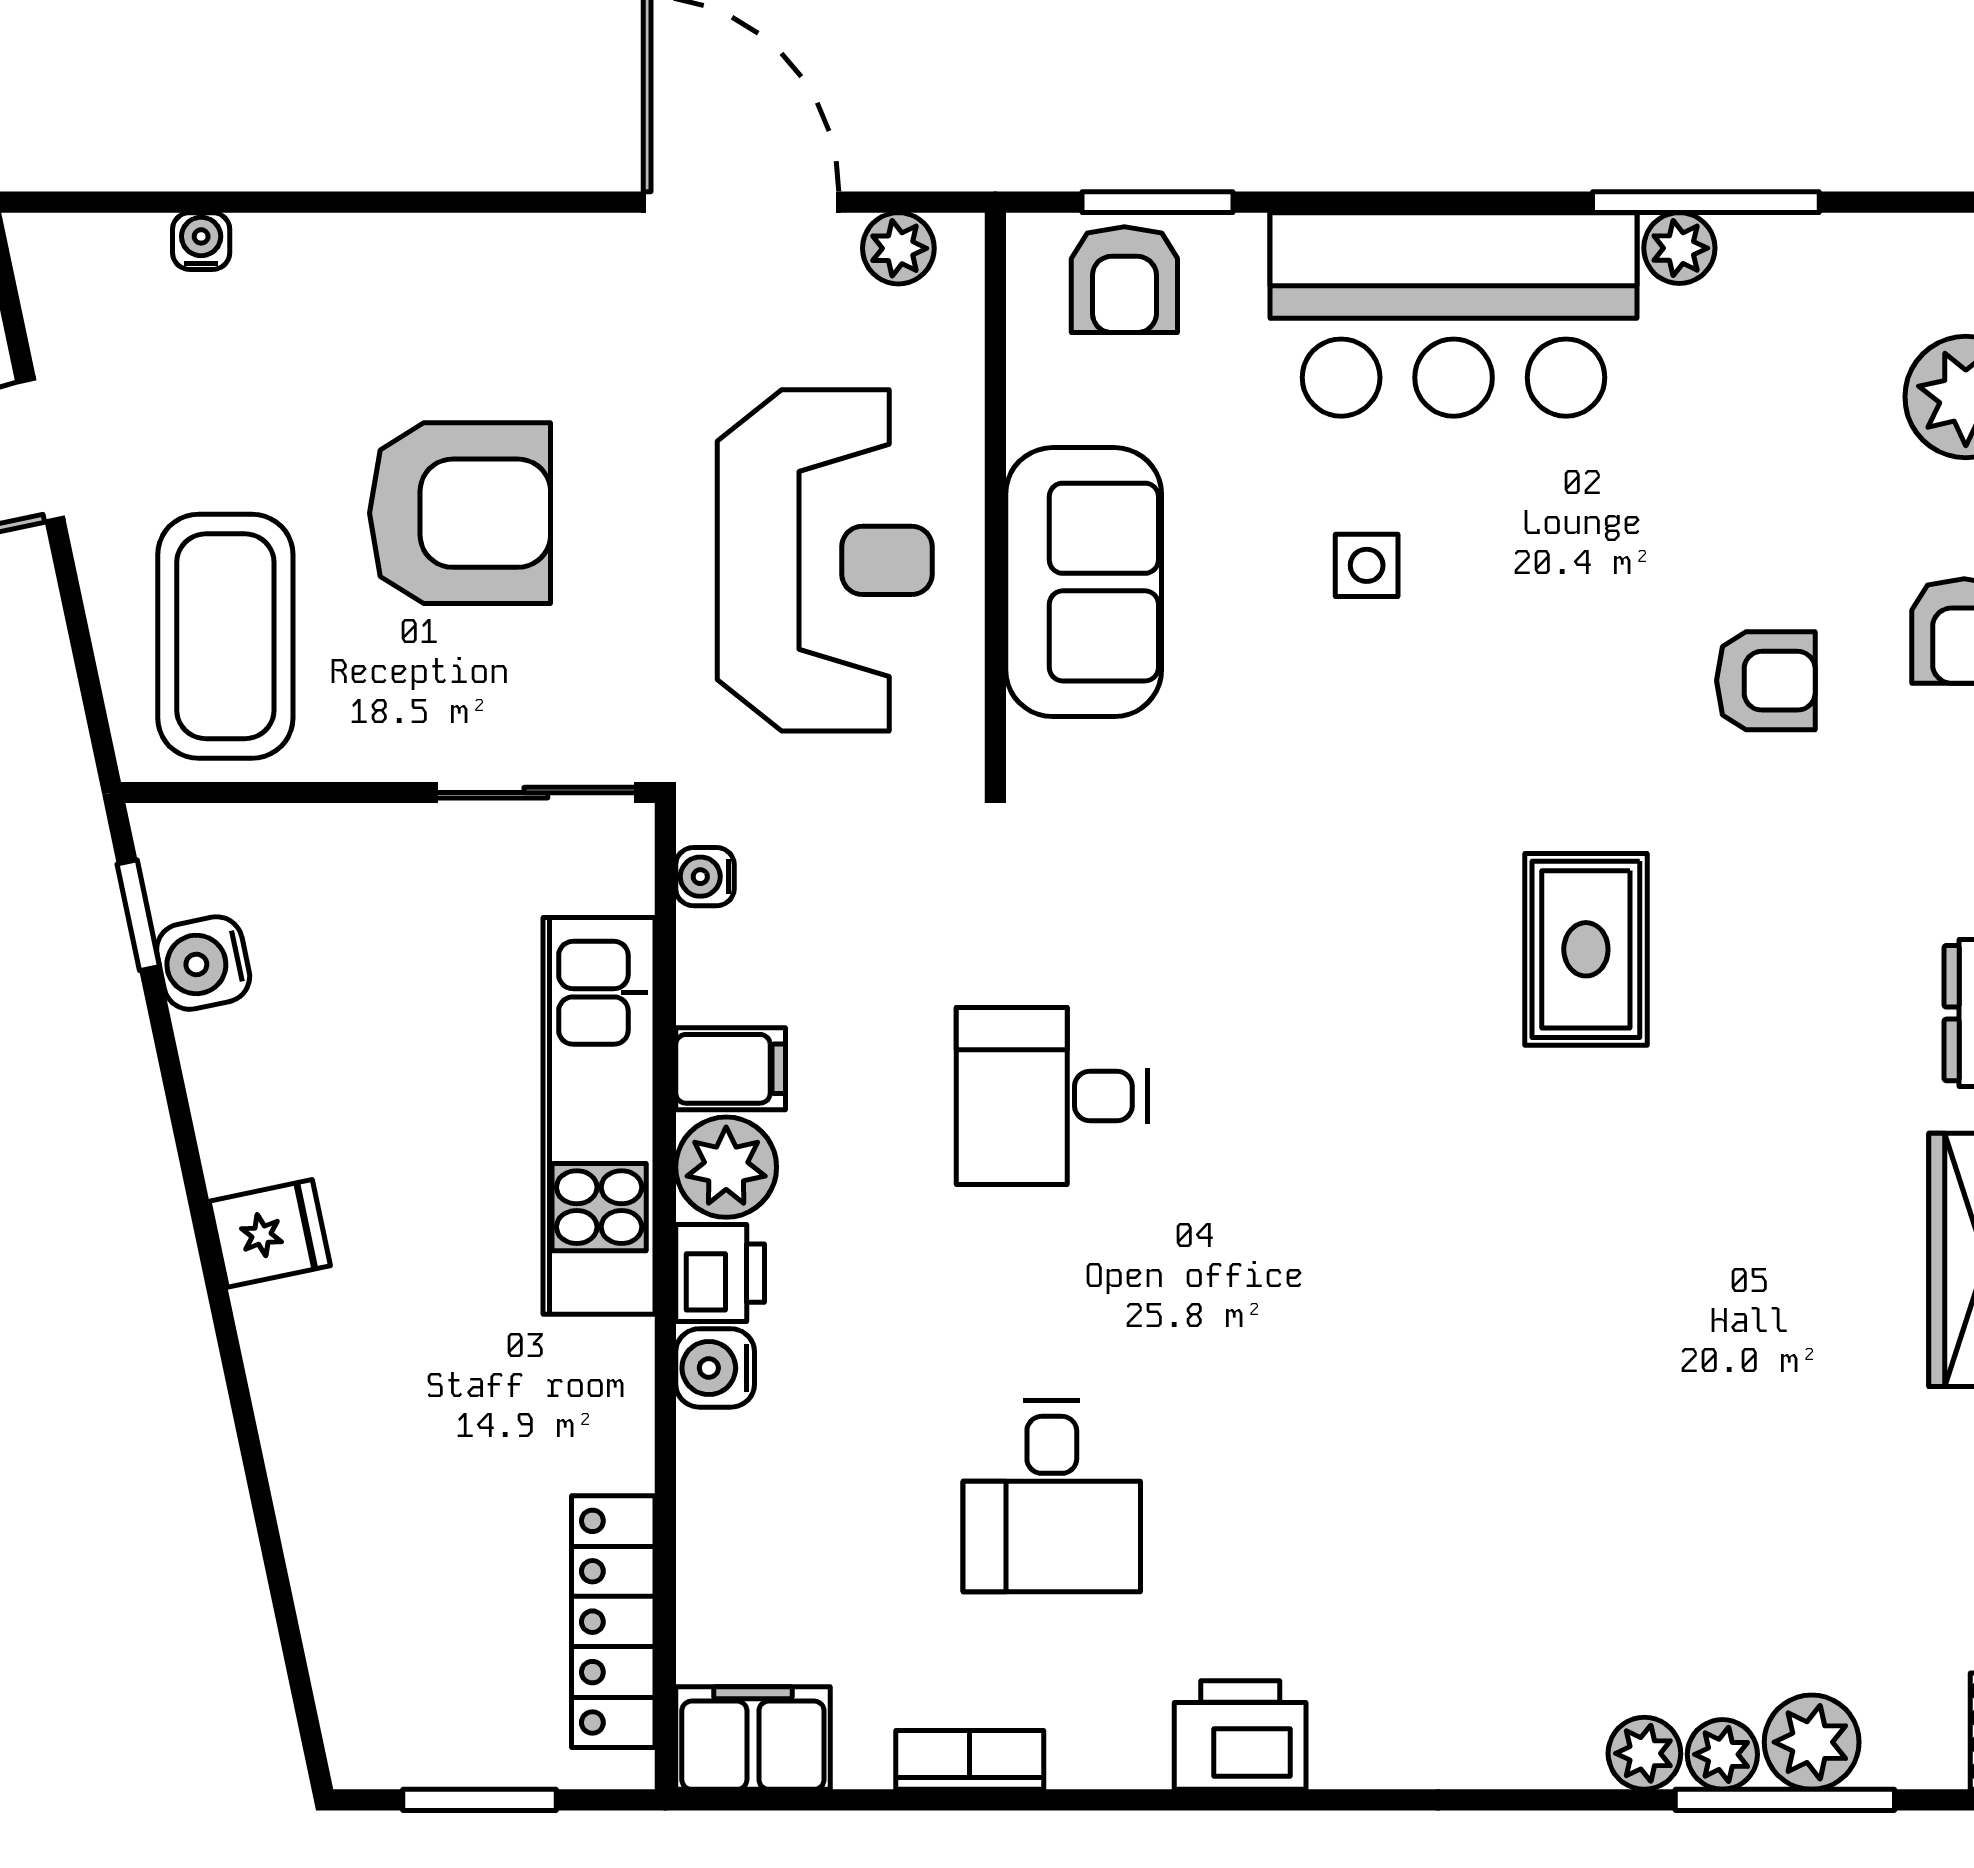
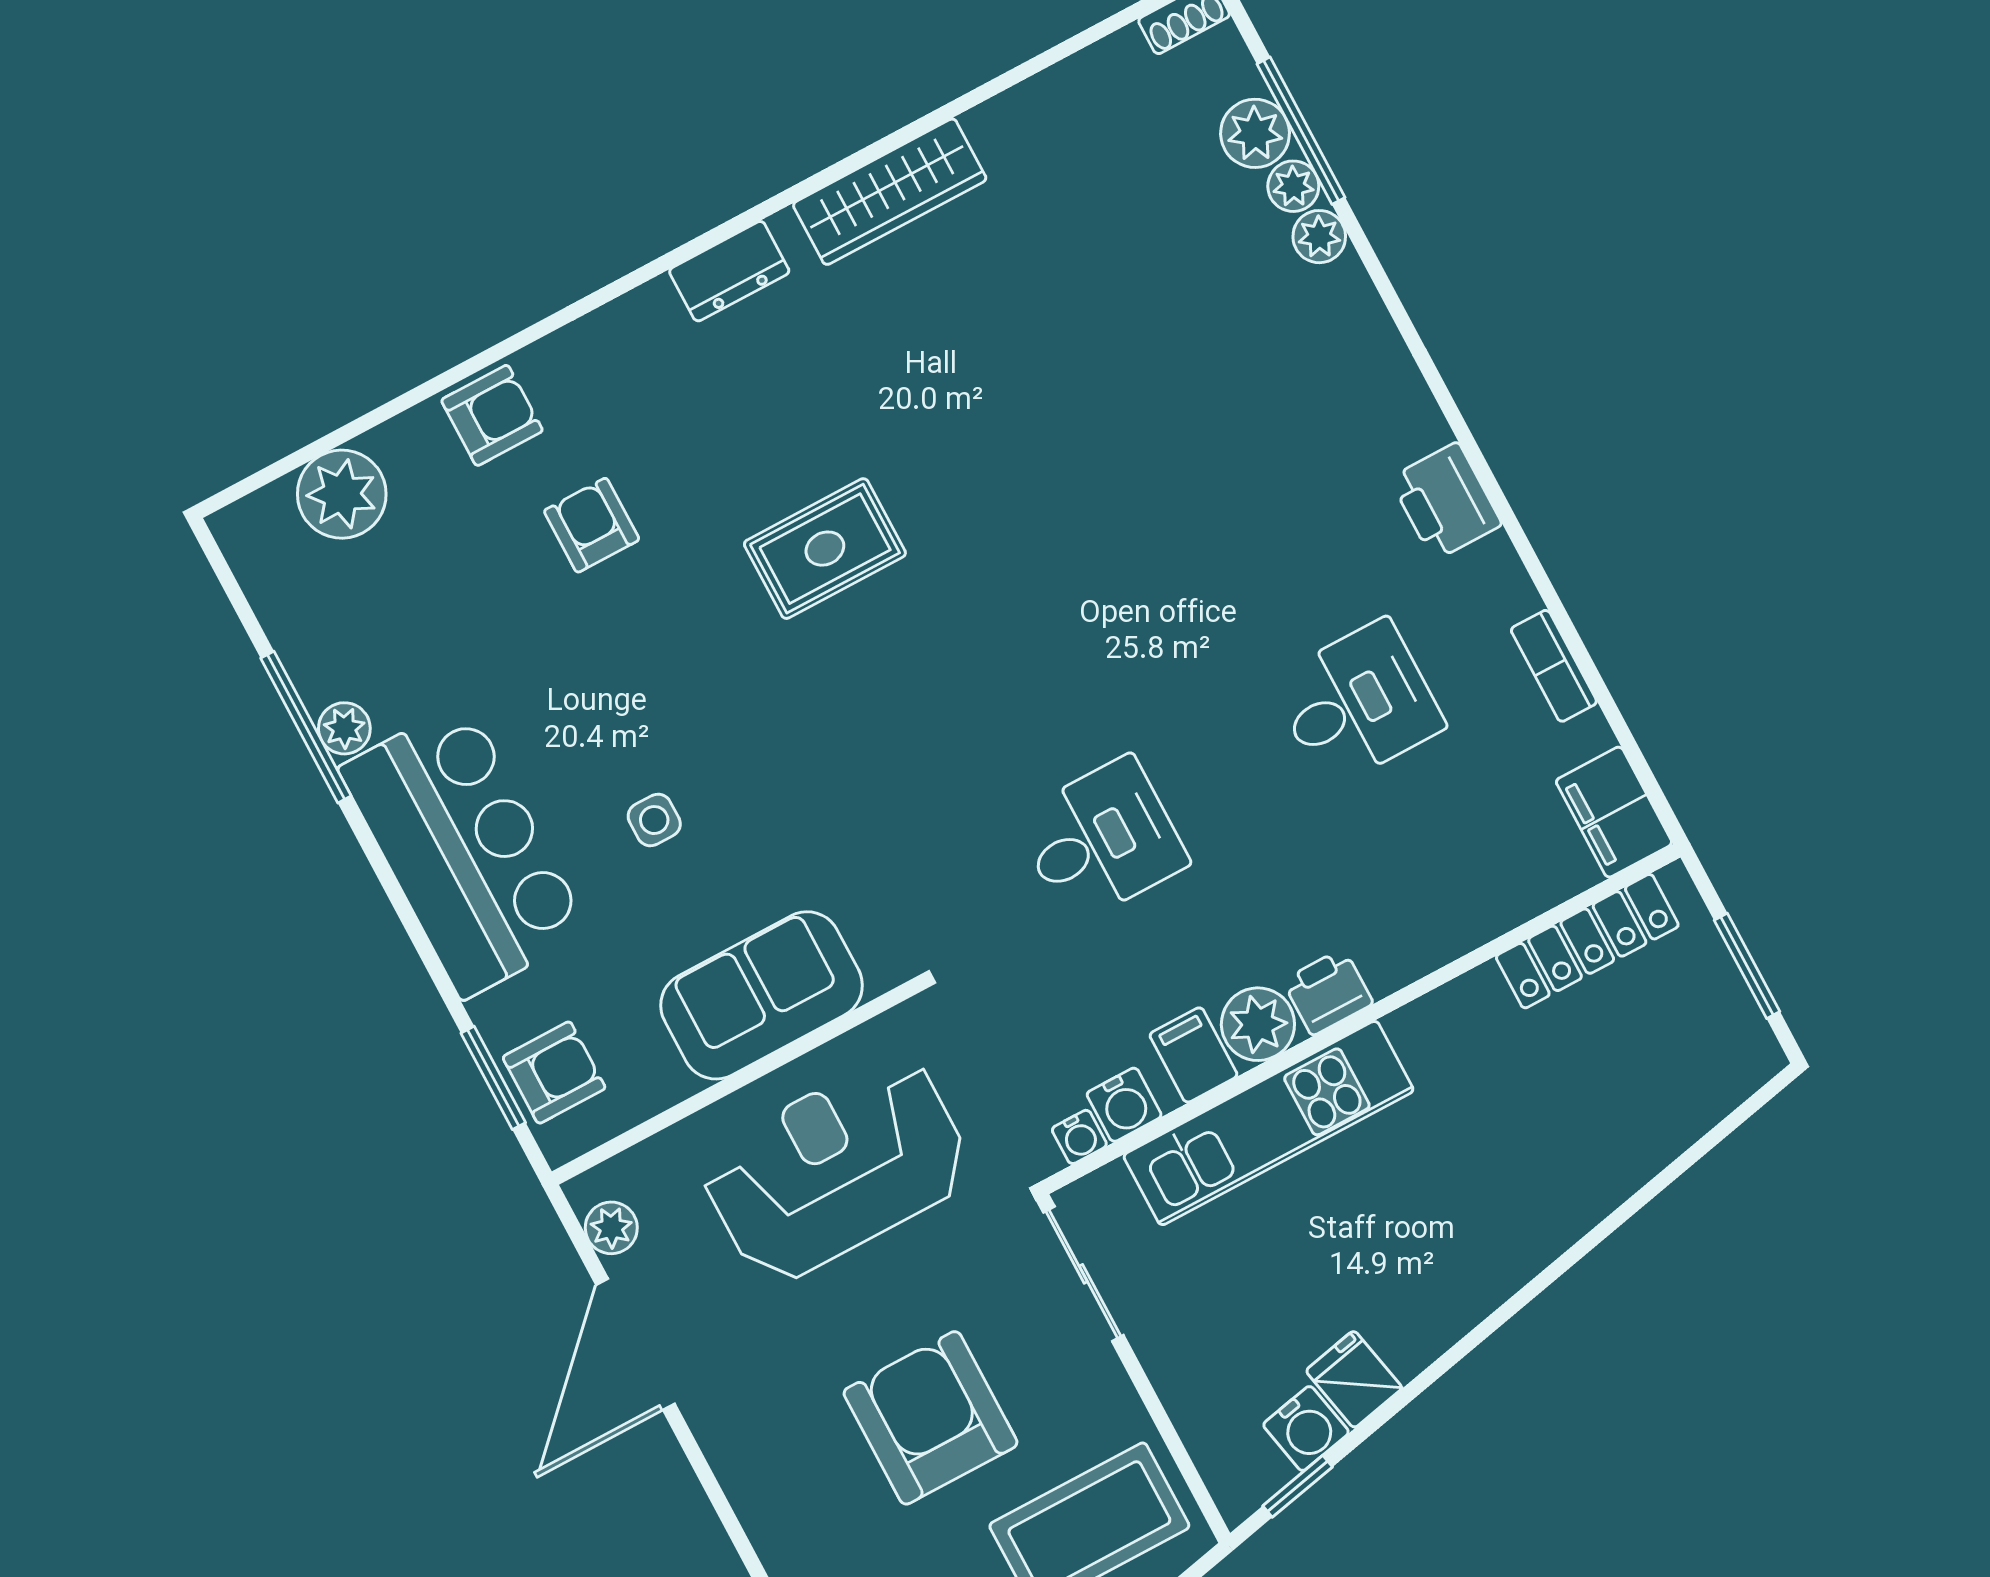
desk: (1052, 1096) -> (1101, 840), turned -90
fridge: (270, 1233) -> (1354, 1379), moved
water cooler: (715, 1368) -> (1124, 1105), moved

